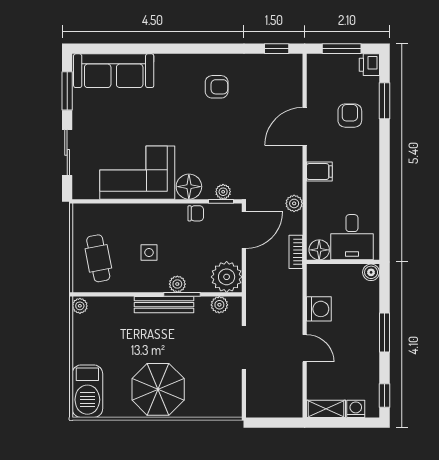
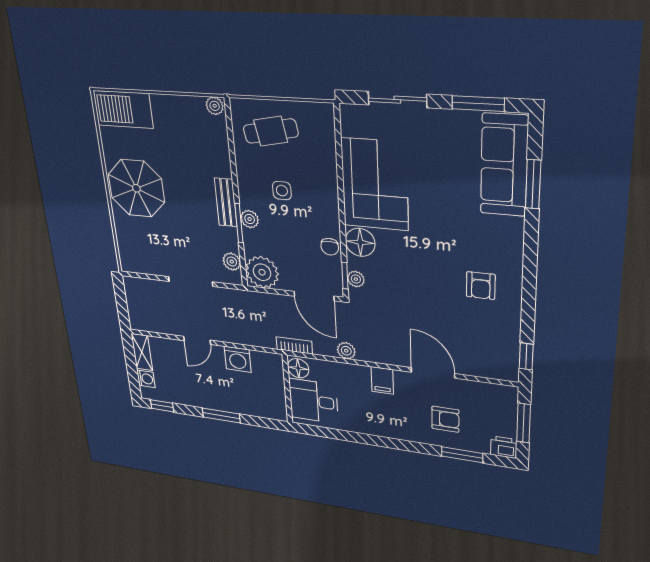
window: (127, 49) -> (533, 184), added
boiler: (371, 272) -> (279, 413), removed
bench: (164, 305) -> (226, 202), width x0.73

